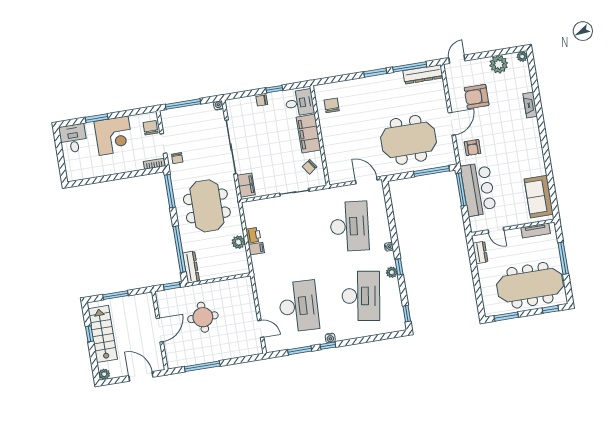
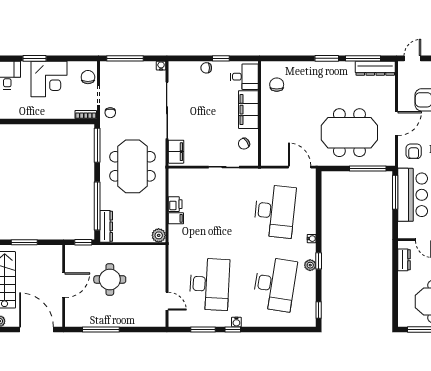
plant: (238, 242) -> (159, 235), moved
door: (141, 376) -> (36, 330), width x1.36

